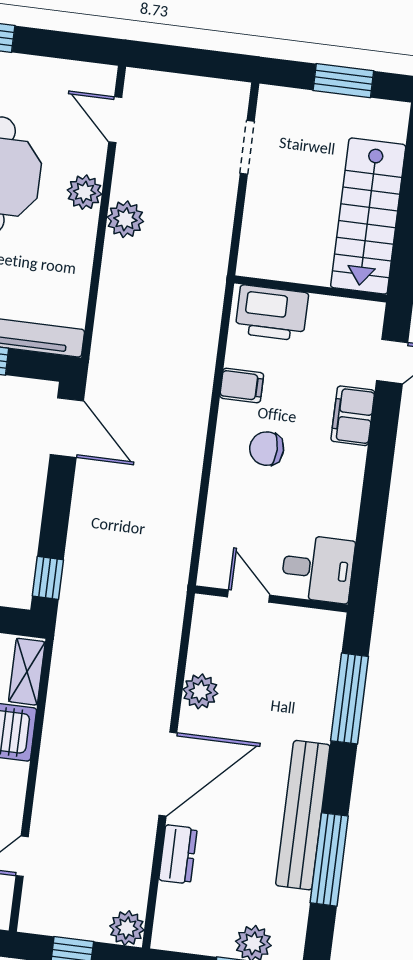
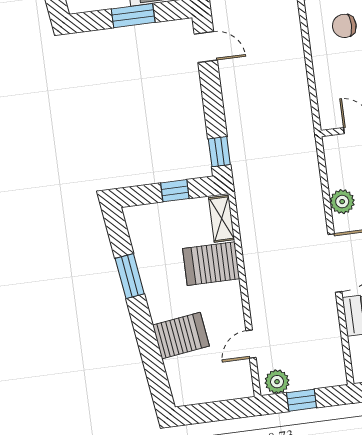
door: (67, 428) -> (206, 47), width x0.73
plant: (127, 928) -> (277, 382), moved

